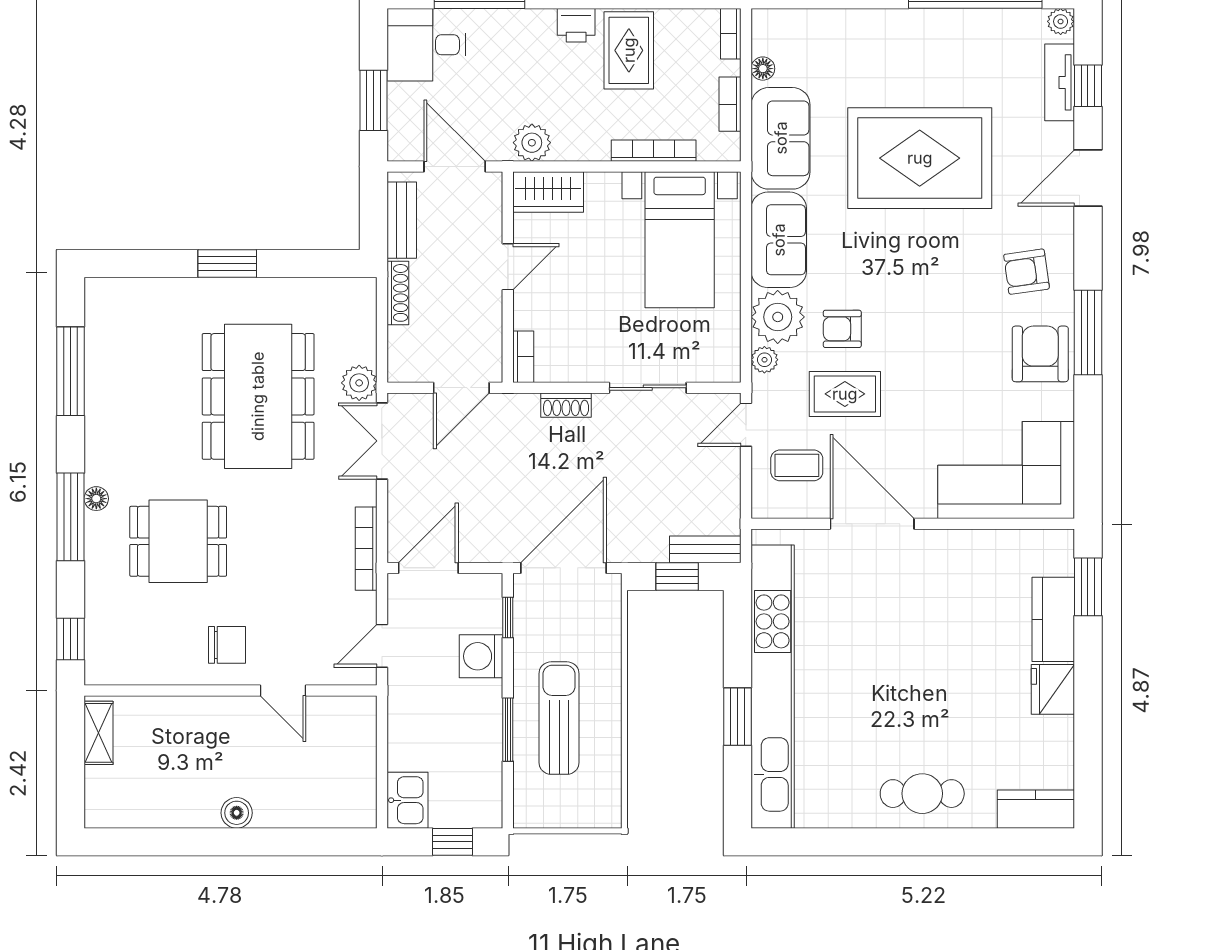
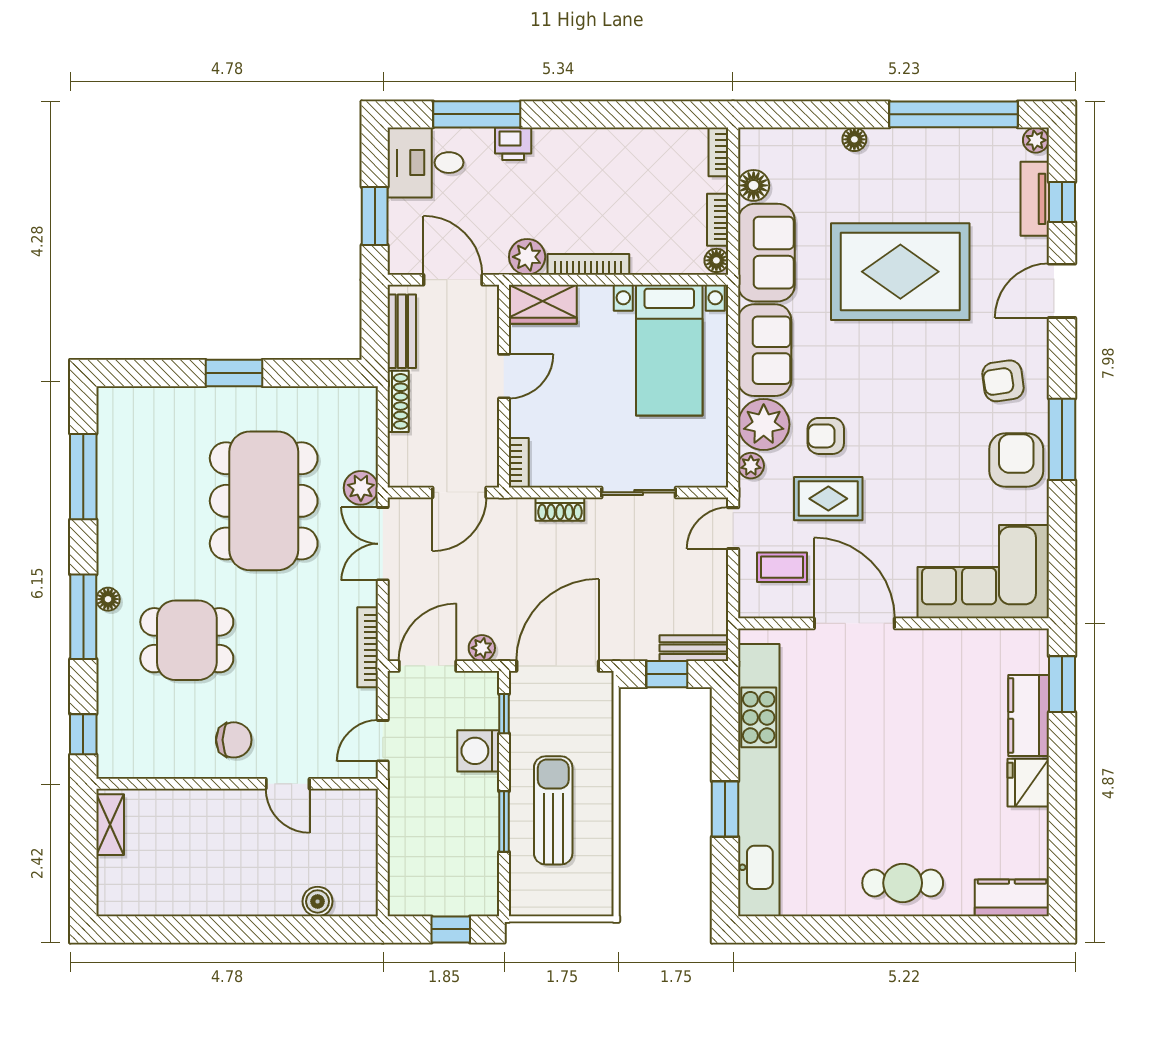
floor lamp: (872, 21) -> (854, 139), added
printer: (576, 25) -> (513, 144), moved
rug: (629, 50) -> (620, 168), removed
floor lamp: (763, 69) -> (754, 185), width x1.37, depth x1.37
floor lamp: (729, 146) -> (716, 260), added
bookcase: (654, 151) -> (588, 264), moved
plant: (485, 549) -> (482, 648), added
kitchen sink: (407, 800) -> (407, 889), removed
boiler: (237, 813) -> (318, 901), moved

